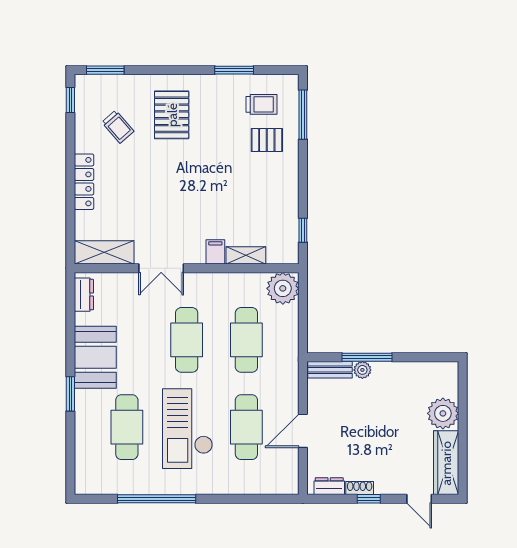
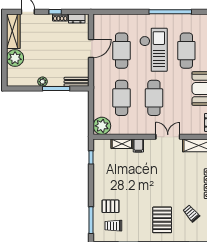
plant: (362, 370) -> (43, 82), moved

